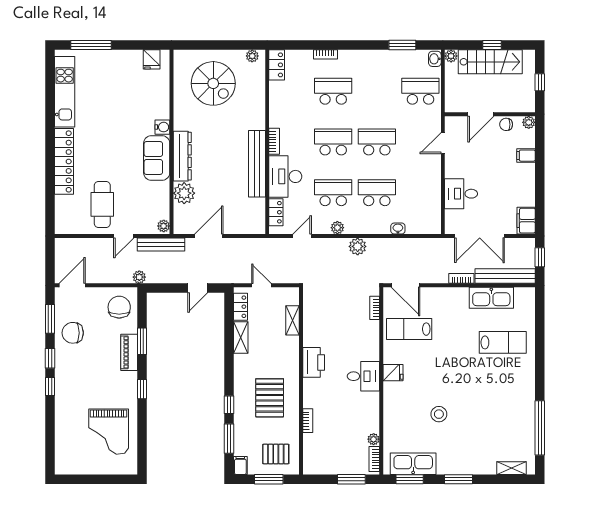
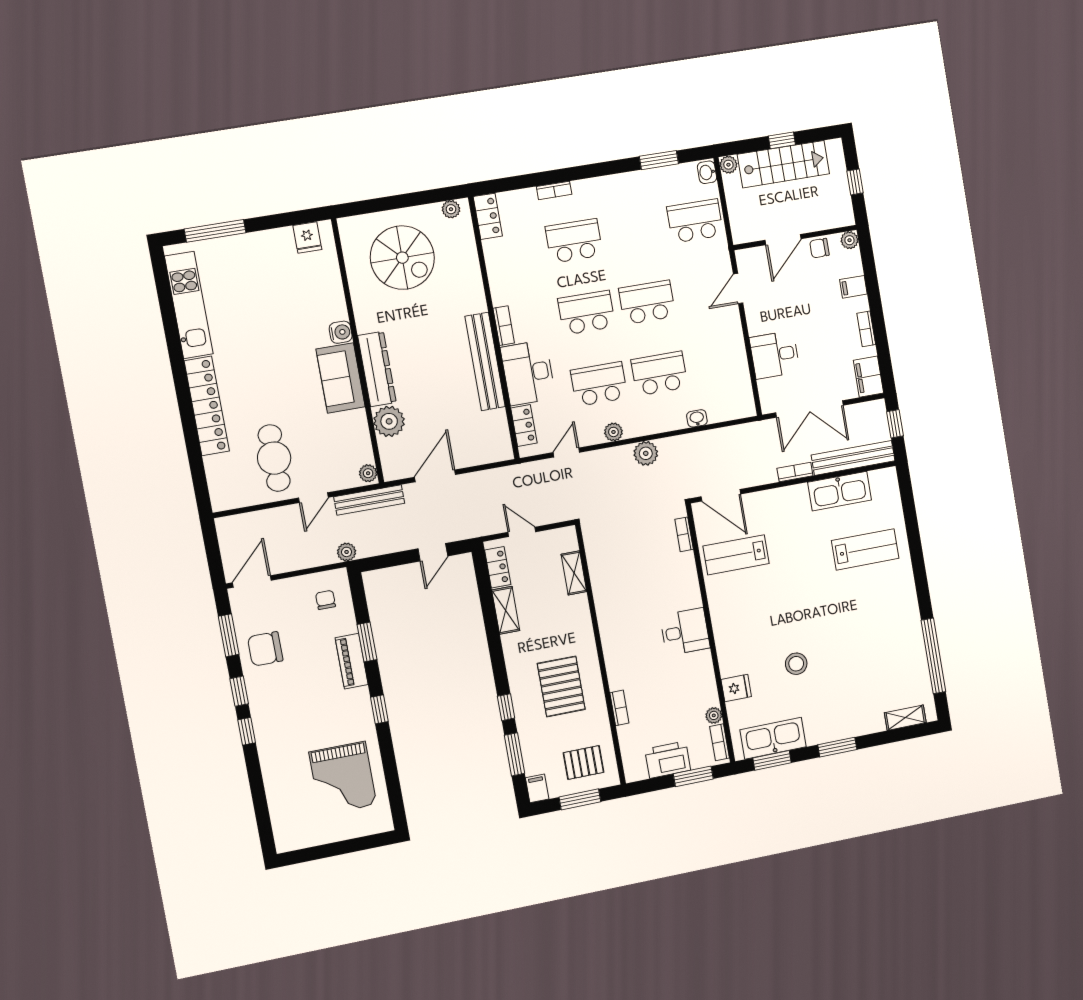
bookcase: (530, 187) -> (866, 329), added
chair: (119, 307) -> (326, 600), width x0.54, depth x0.54
printer: (314, 362) -> (668, 760), moved, turned -90
fridge: (393, 373) -> (736, 688), moved

